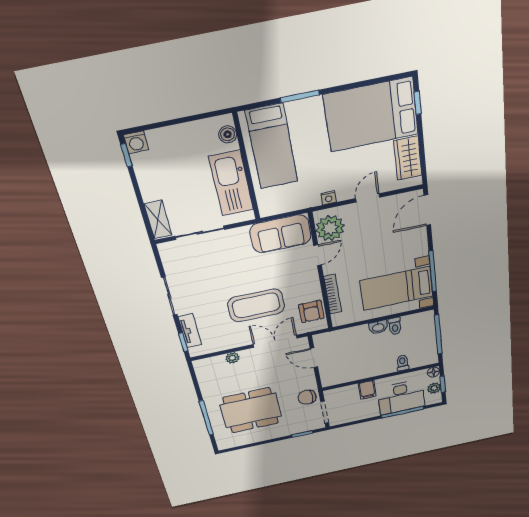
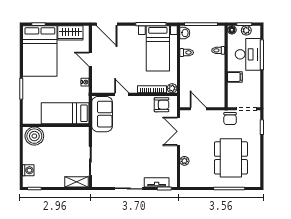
boiler: (228, 134) -> (34, 136), width x1.86, depth x1.86
washing machine: (136, 142) -> (28, 170), moved
bed: (272, 147) -> (65, 113), moved, turned 180
kitchen sink: (231, 183) -> (63, 136), removed
plant: (330, 228) -> (172, 88), moved, width x0.53, depth x0.53
coffee table: (256, 305) -> (148, 138), removed
washbasin: (378, 327) -> (185, 33), moved
door: (314, 358) -> (198, 109), swing flipped

